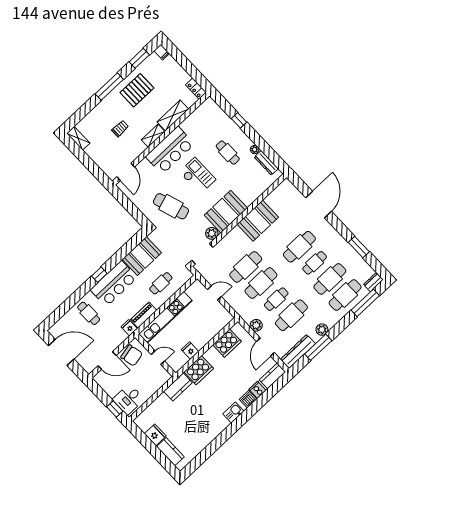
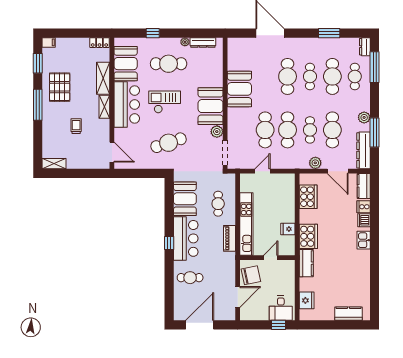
booth: (199, 122) -> (126, 64), added
cafe table: (228, 153) -> (169, 64), width x1.37, depth x1.35
cafe table: (345, 295) -> (355, 76), width x0.73, depth x0.74
fridge: (129, 328) -> (229, 258), removed
fridge: (155, 435) -> (307, 300), moved, turned 90

